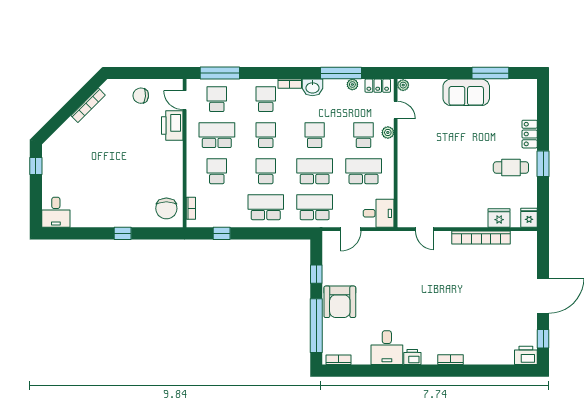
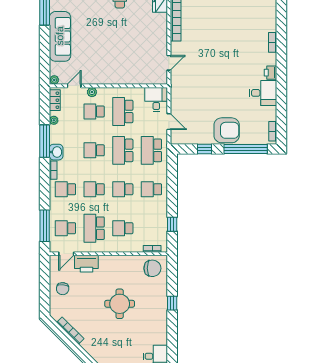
window: (341, 73) -> (45, 141), moved
sofa: (466, 92) -> (60, 36), width x1.36
round table: (122, 167) -> (120, 304), added
school desk: (266, 207) -> (151, 189), width x0.54

